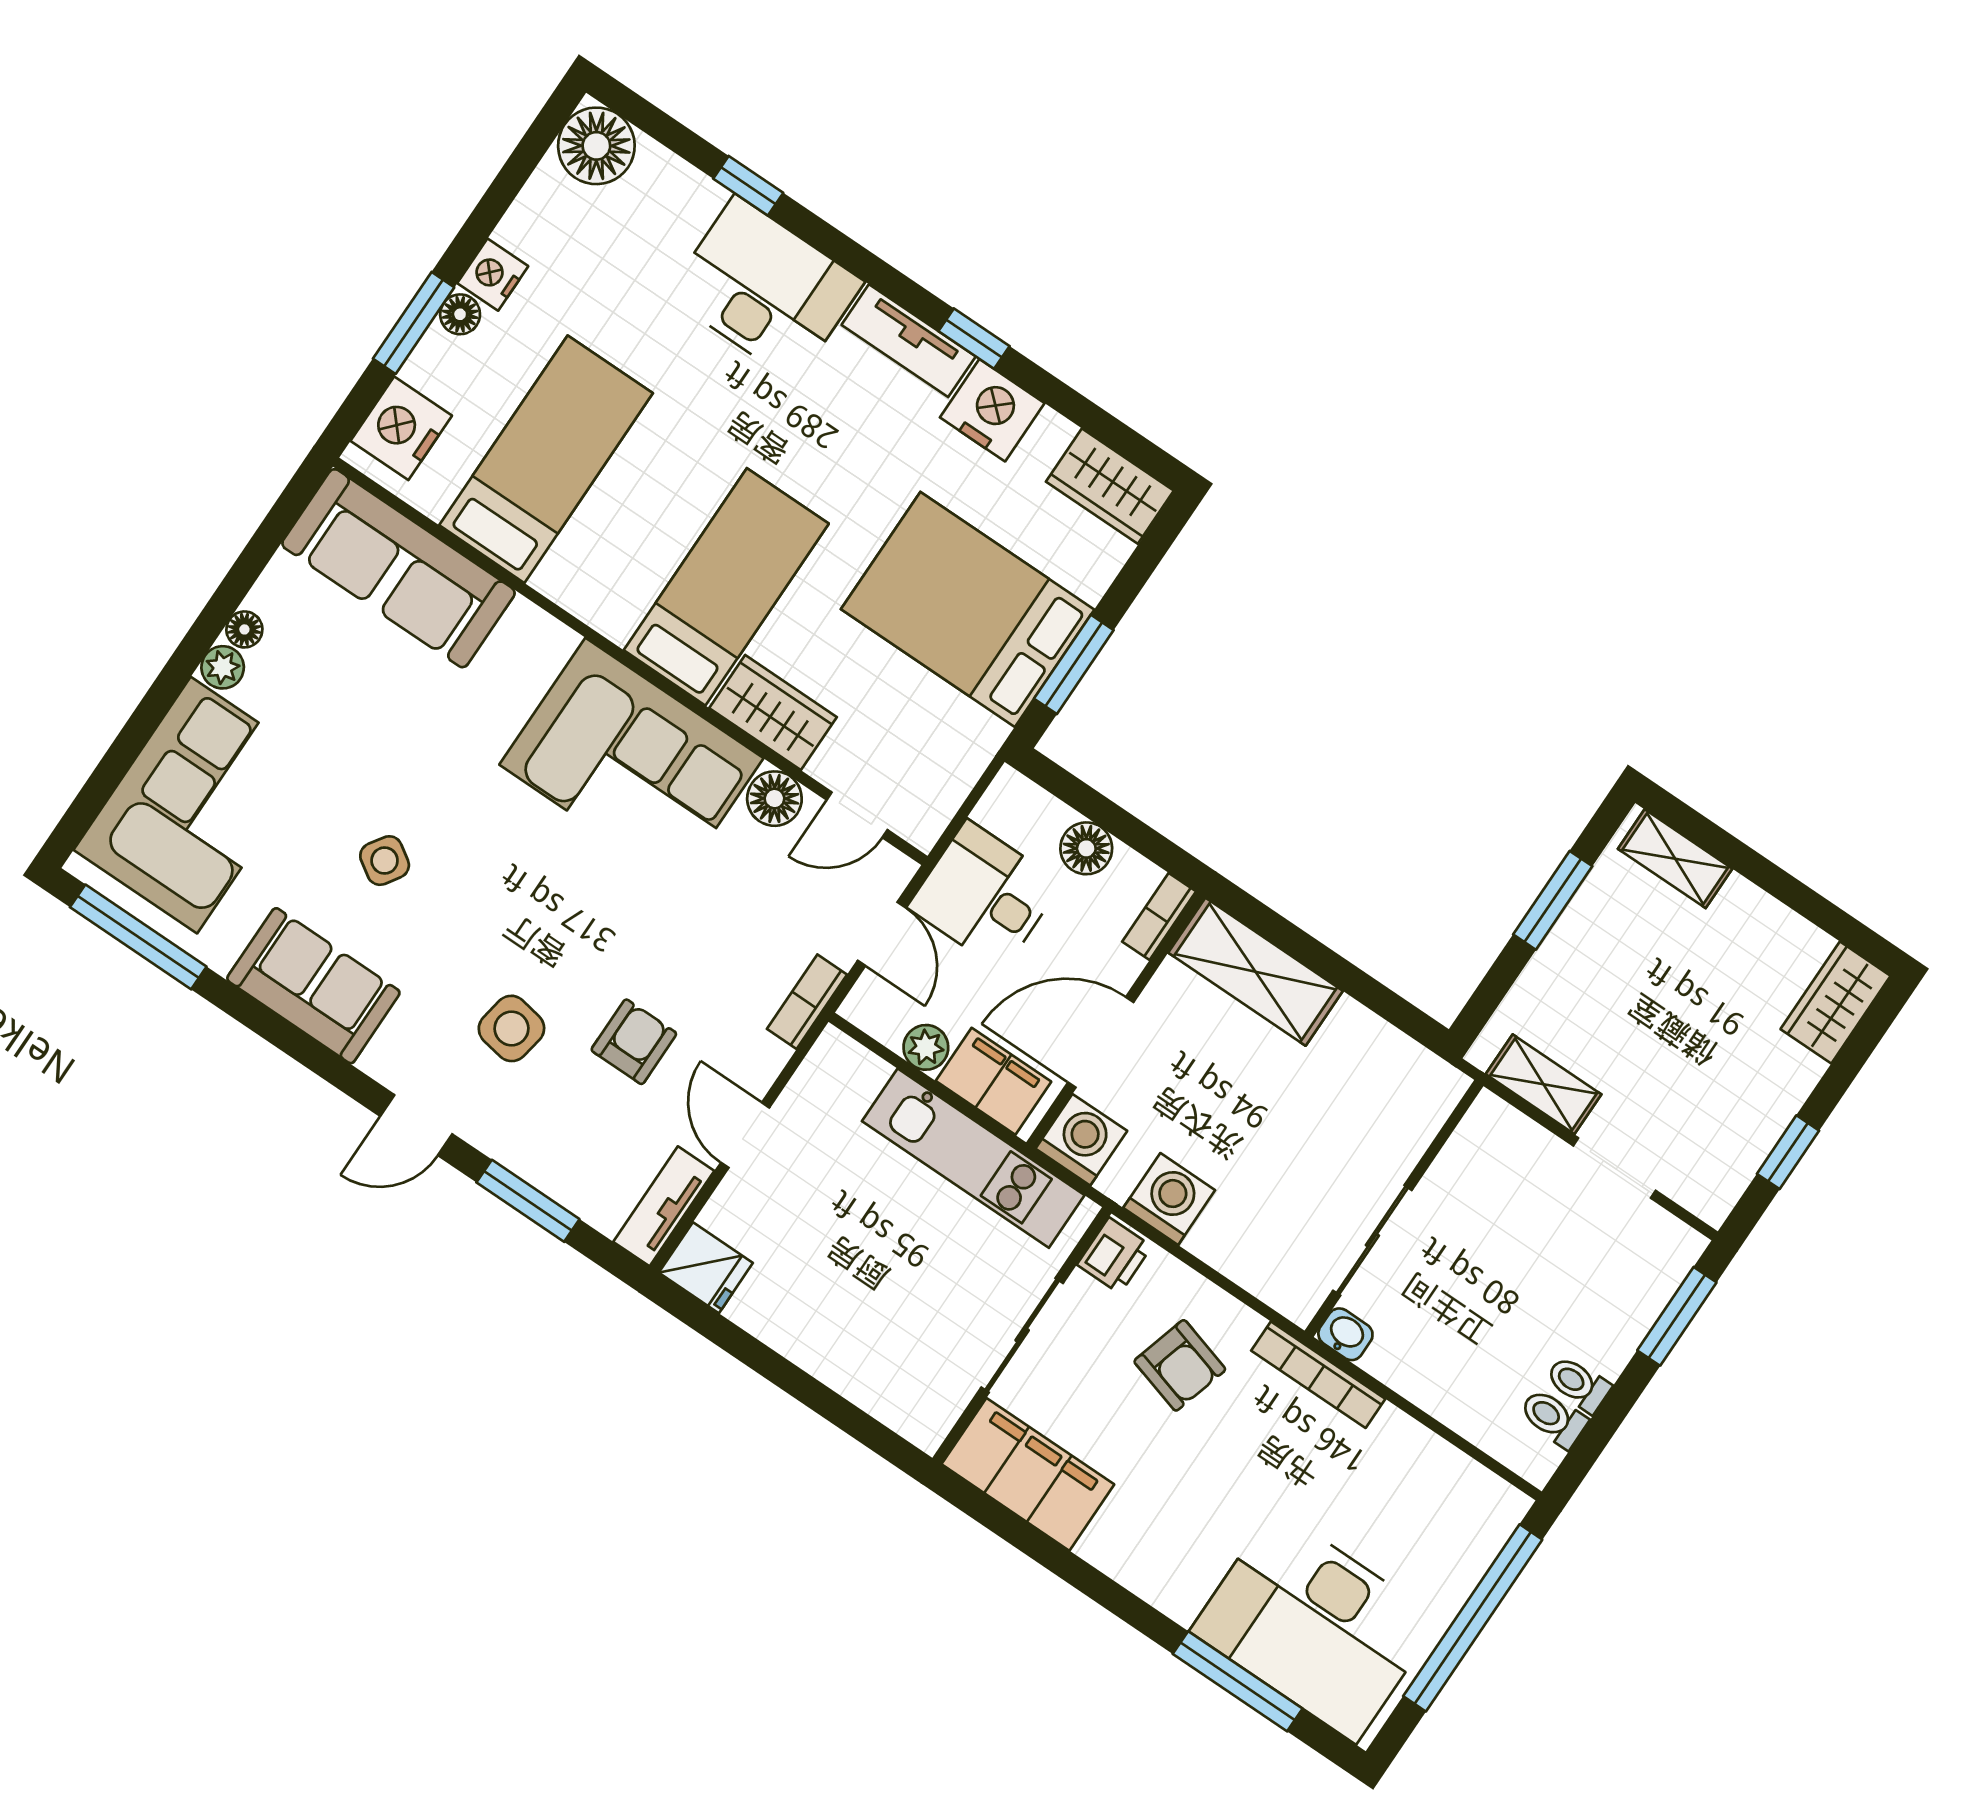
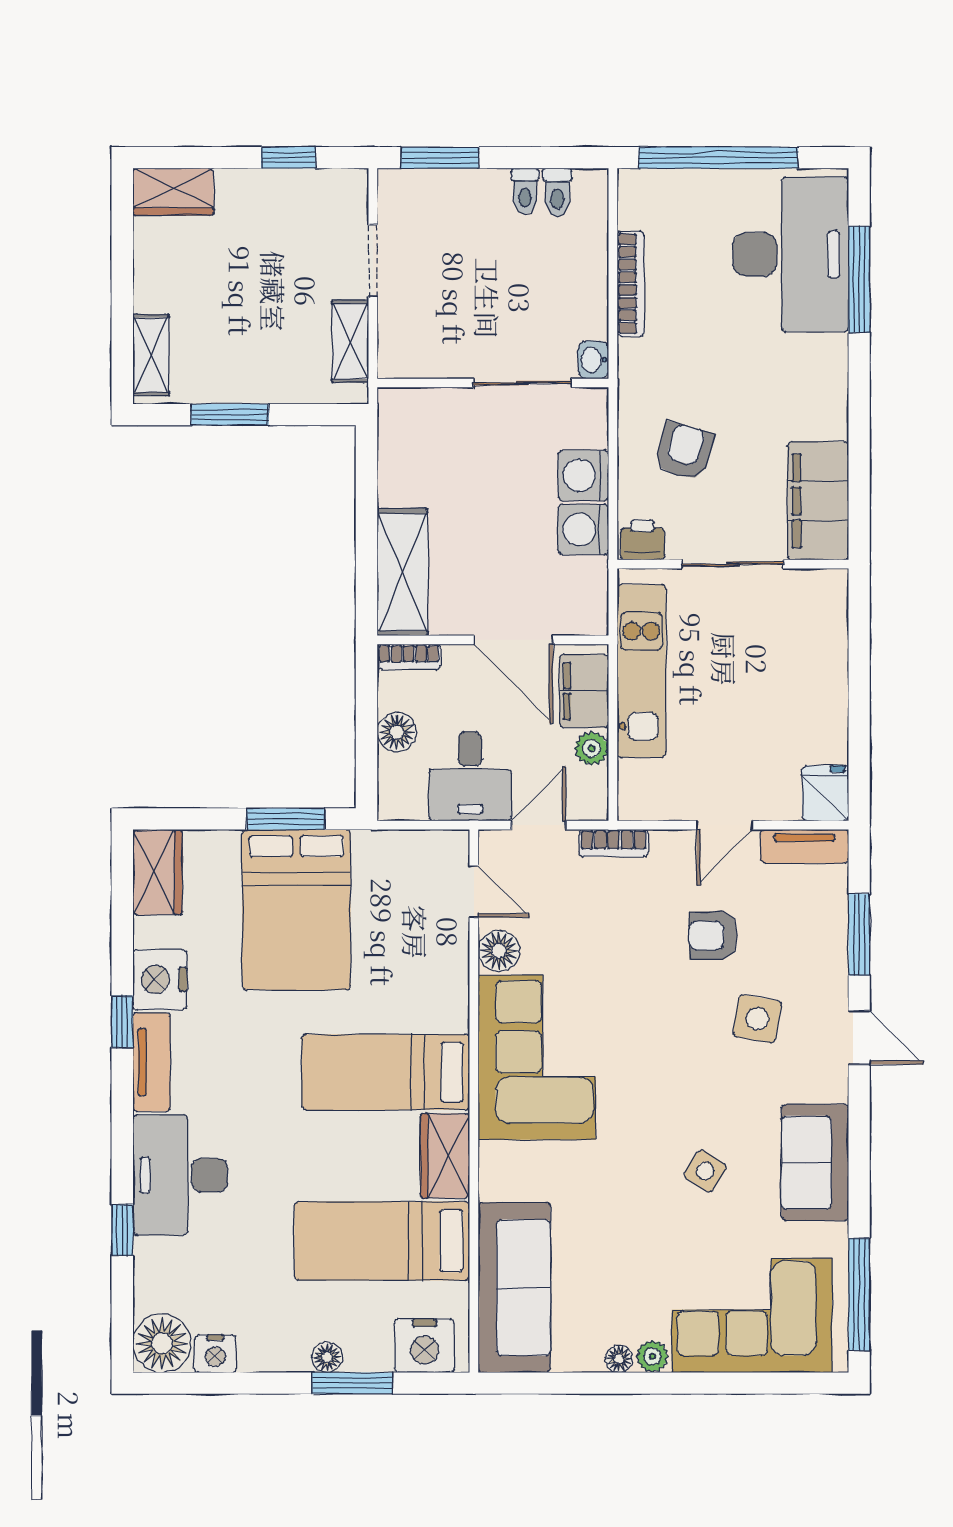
nightstand: (493, 275) -> (215, 1354), moved
wardrobe: (773, 713) -> (445, 1156), moved
washing machine: (1081, 1140) -> (583, 475), moved
bookcase: (1318, 1375) -> (631, 284), moved

